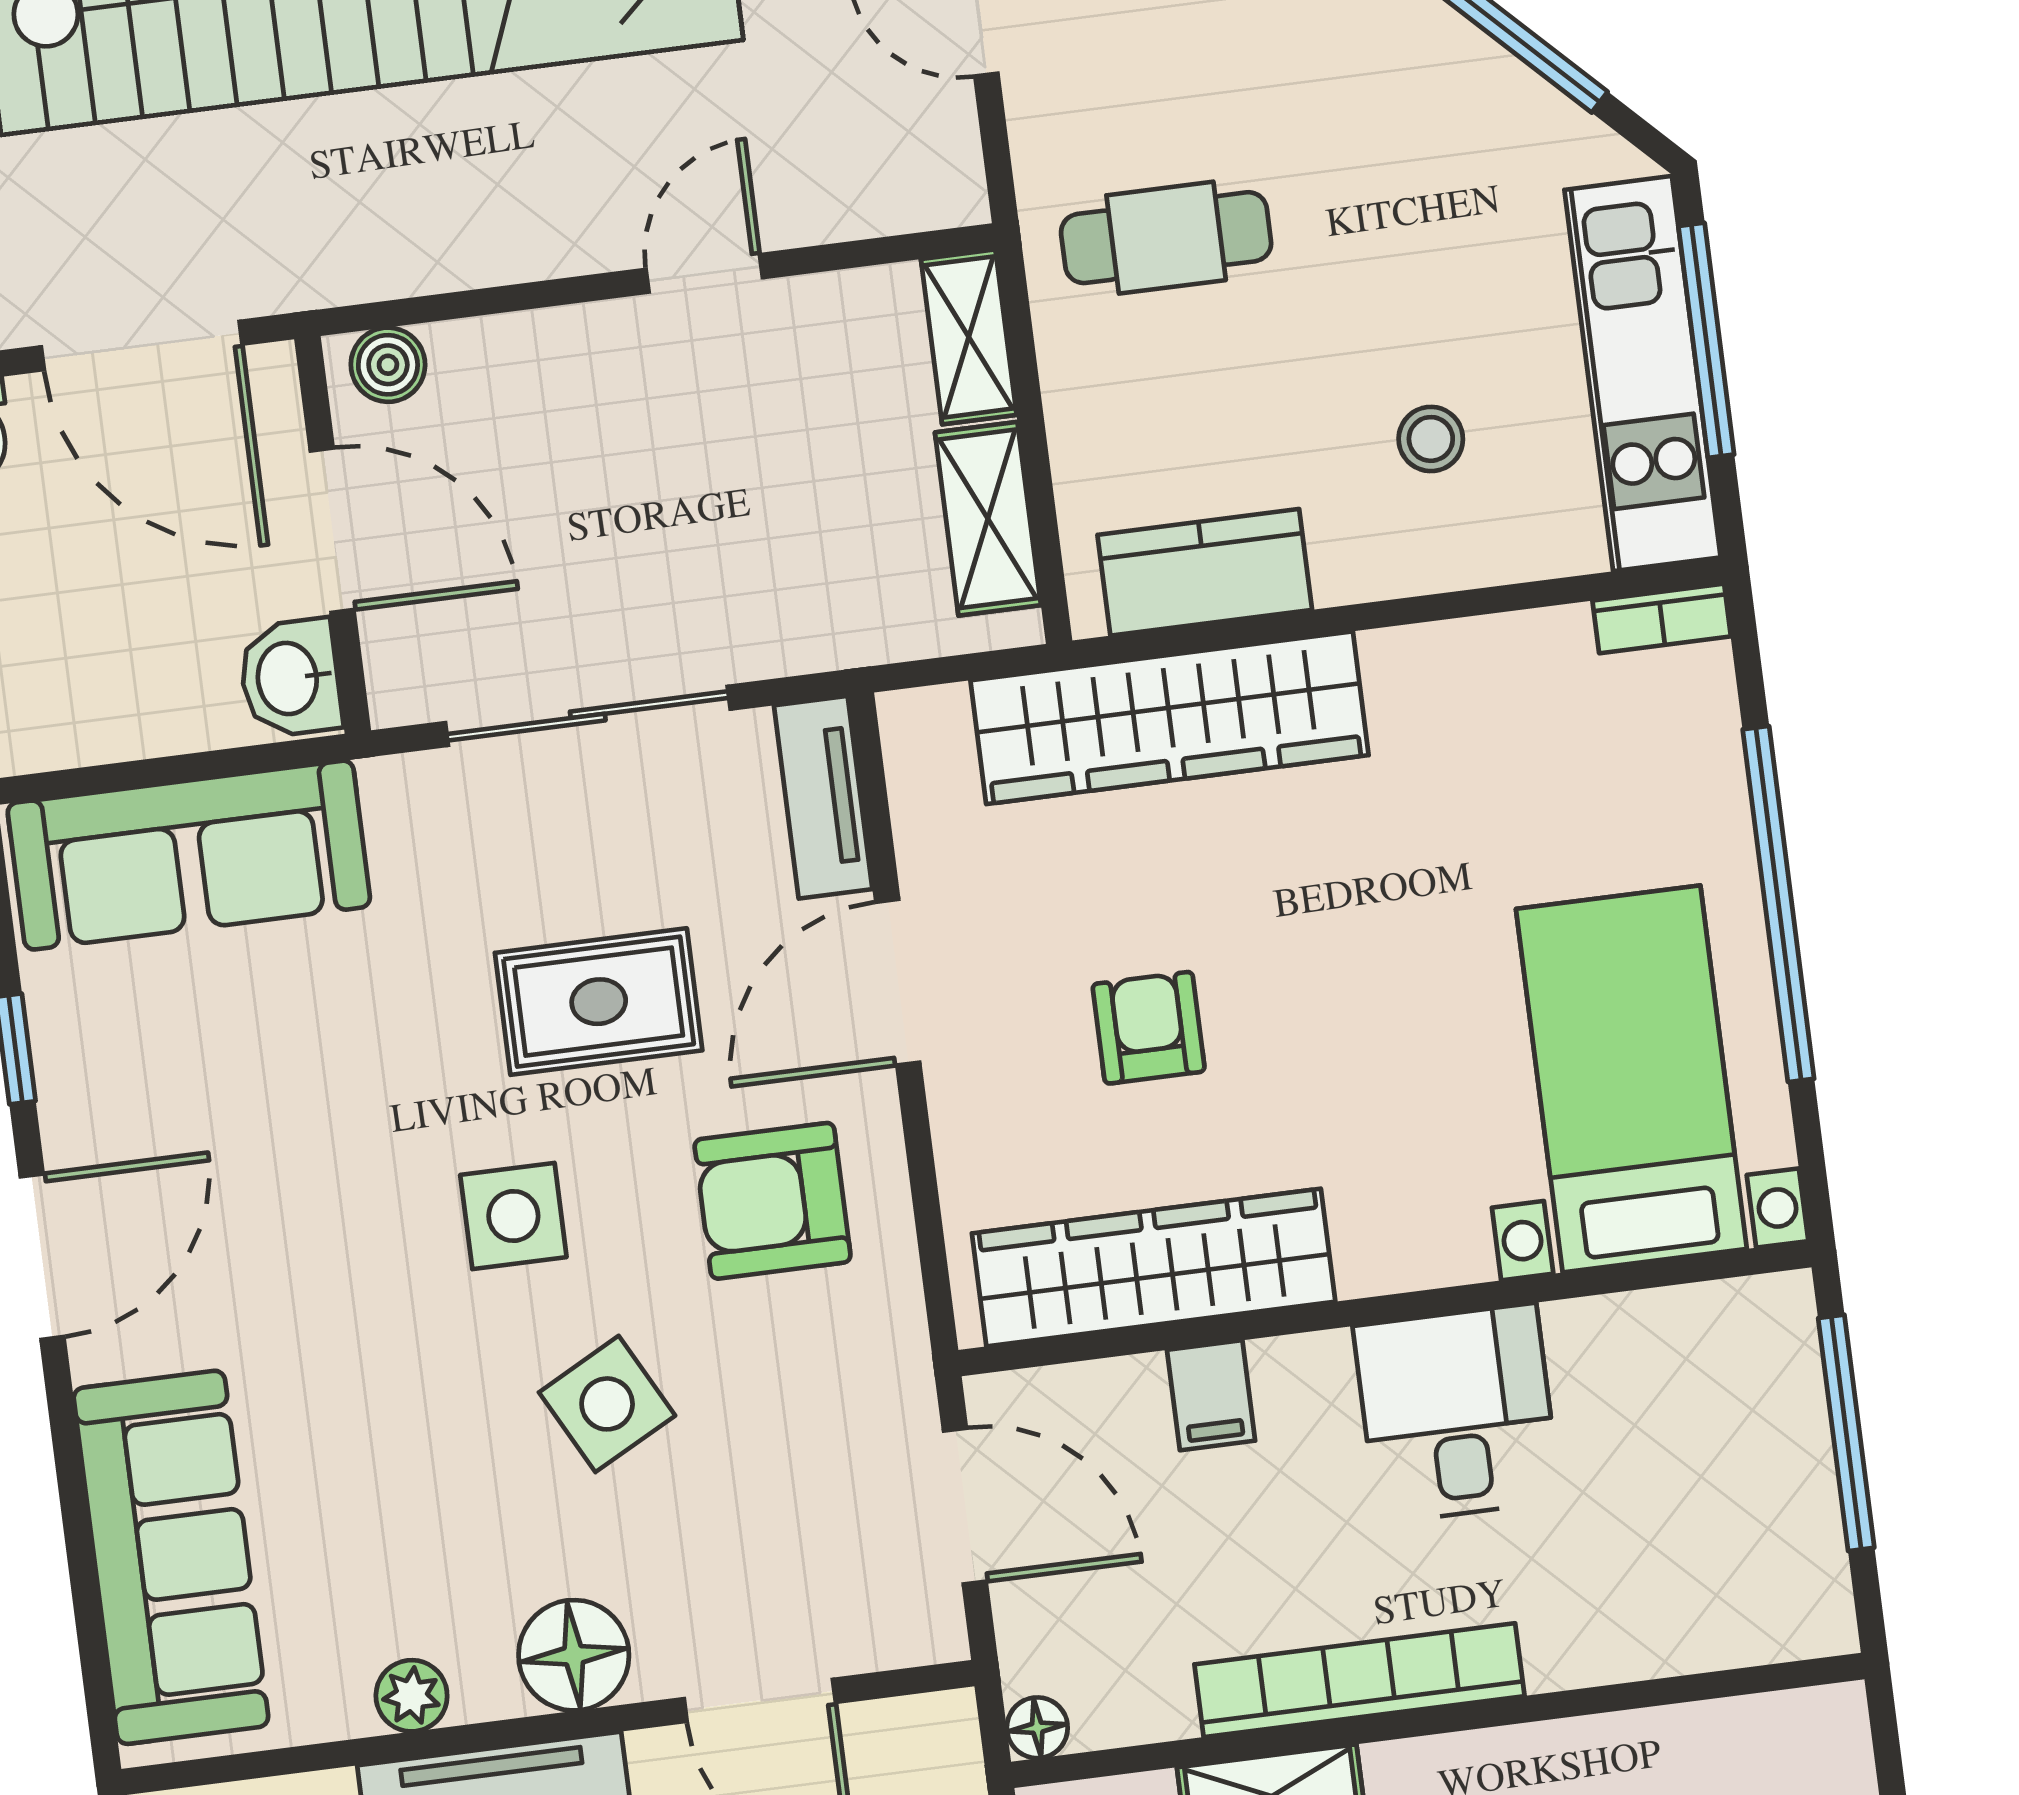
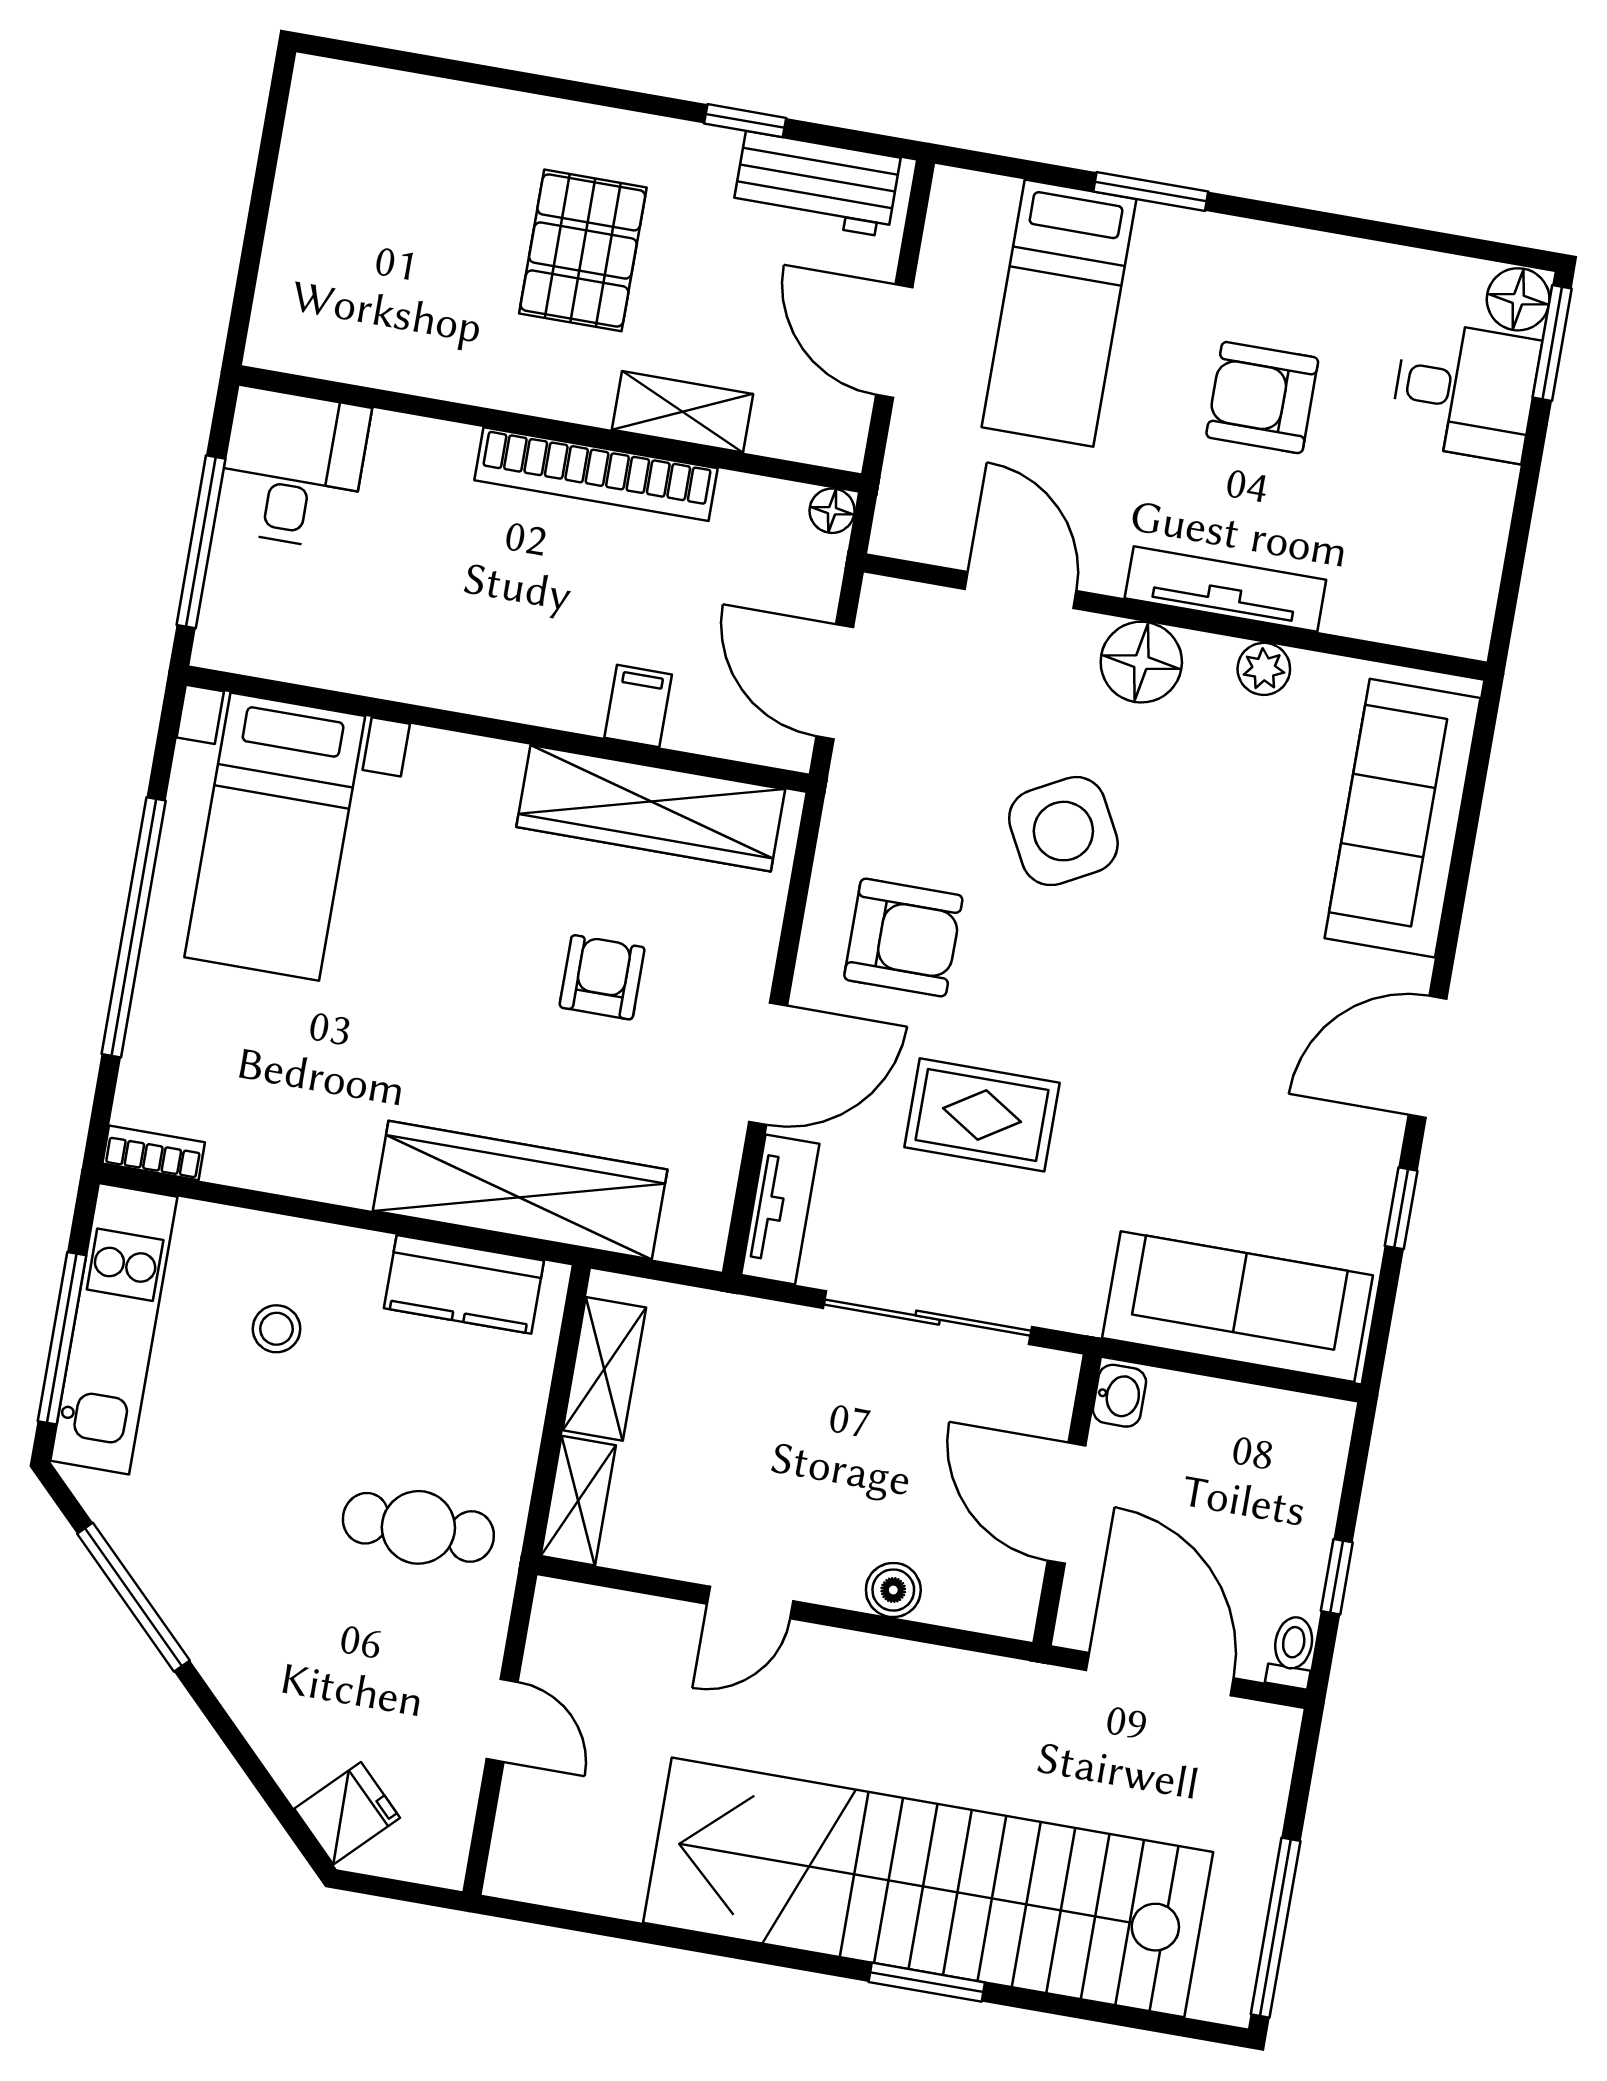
boiler: (388, 365) -> (893, 1590), moved
washbasin: (290, 678) -> (1120, 1396), width x0.72, depth x0.69
armchair: (1149, 1028) -> (602, 977), turned 180
side table: (513, 1216) -> (1088, 983), removed
side table: (607, 1404) -> (1063, 831), width x1.37, depth x1.37
desk: (1457, 1413) -> (293, 468), moved, turned 180

